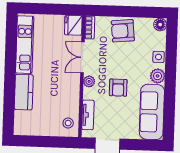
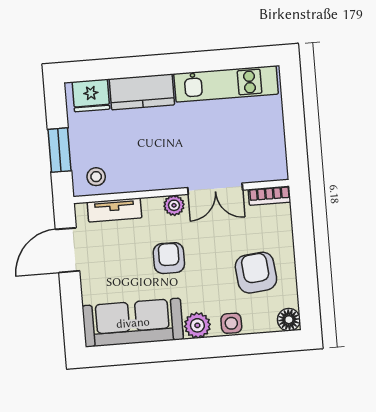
fridge: (73, 25) -> (91, 95), moved, turned 180
armchair: (123, 31) -> (256, 273), moved
double door: (82, 57) -> (215, 189), swing flipped
armchair: (118, 88) -> (169, 258), turned 90
window: (51, 142) -> (59, 150), added

